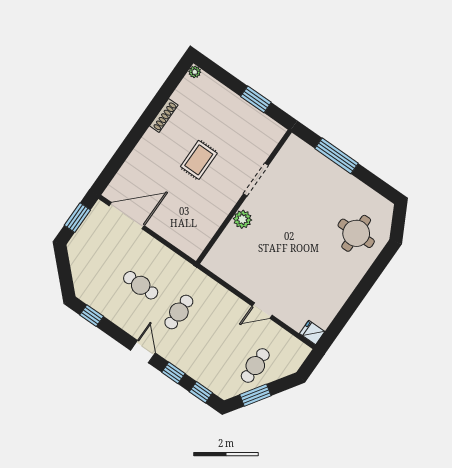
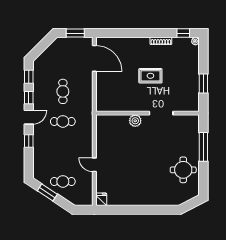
window: (174, 80) -> (183, 33), added
round table: (356, 233) -> (183, 170), moved
window: (201, 392) -> (29, 98), moved

